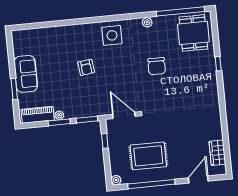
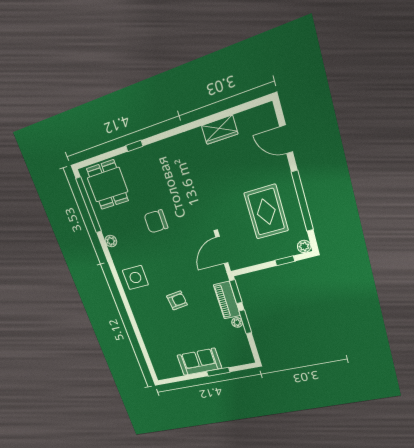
dining table: (193, 33) -> (108, 185), turned 90
chair: (157, 66) -> (156, 221), turned 180
piano: (38, 115) -> (227, 300), moved
window: (105, 141) -> (285, 261), moved
wardrobe: (217, 153) -> (220, 130), moved

